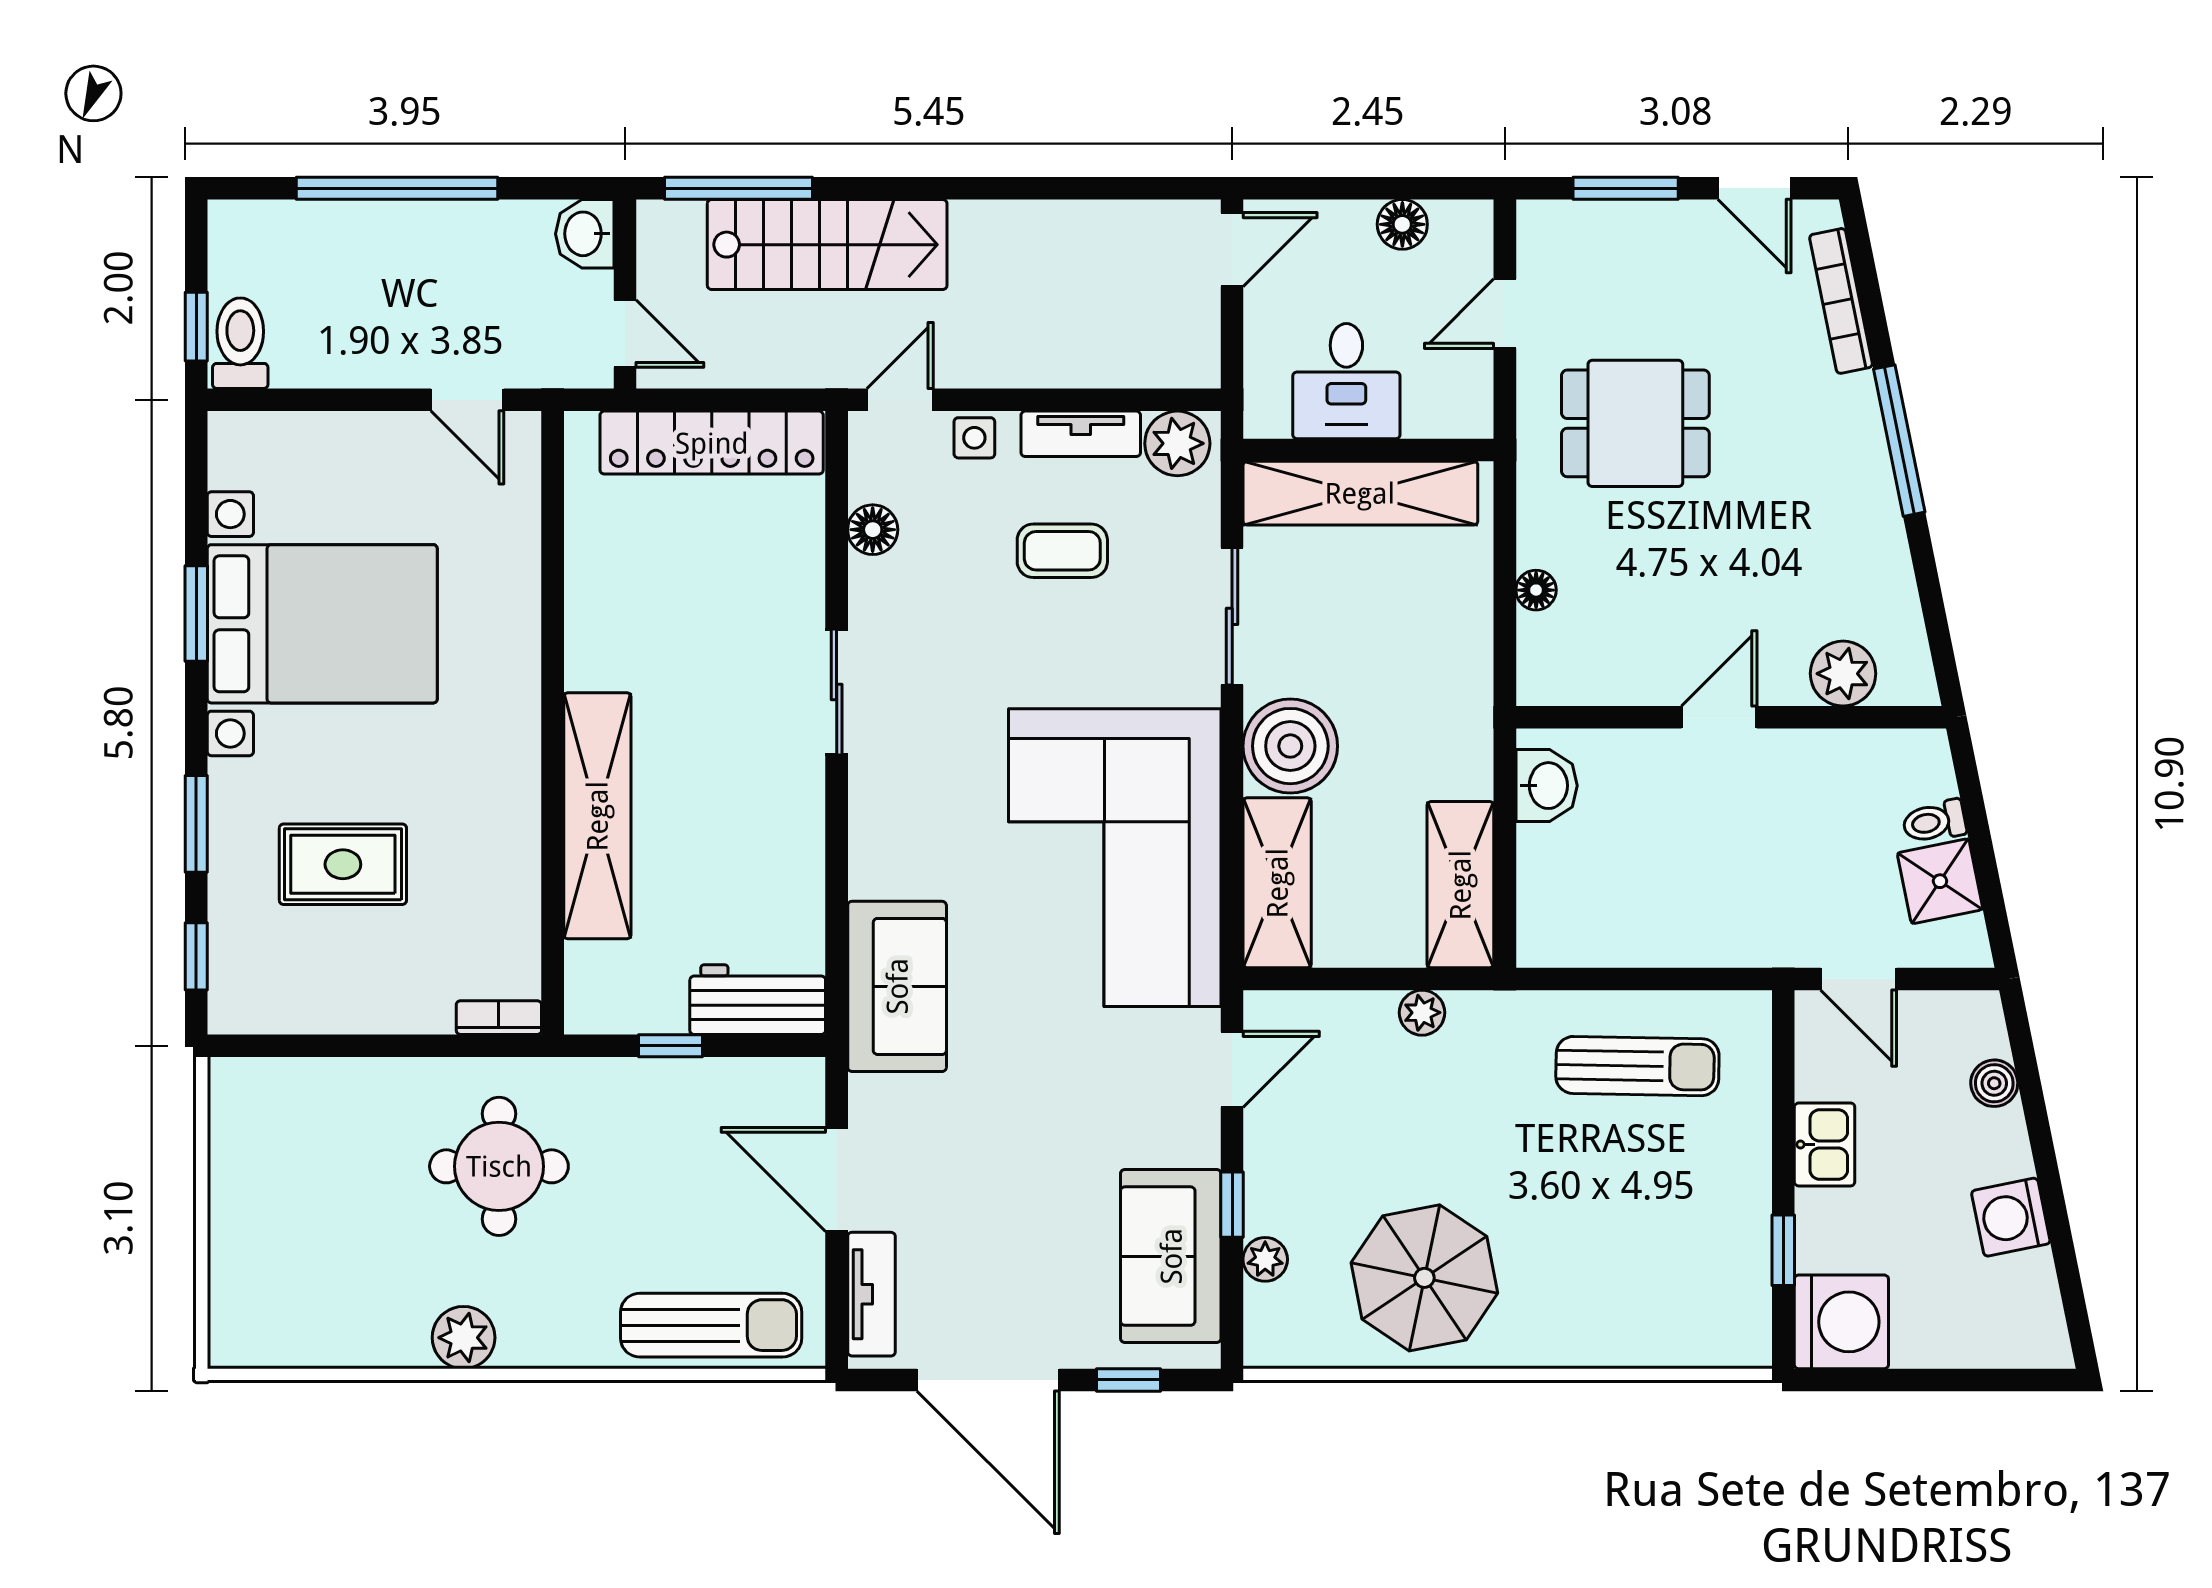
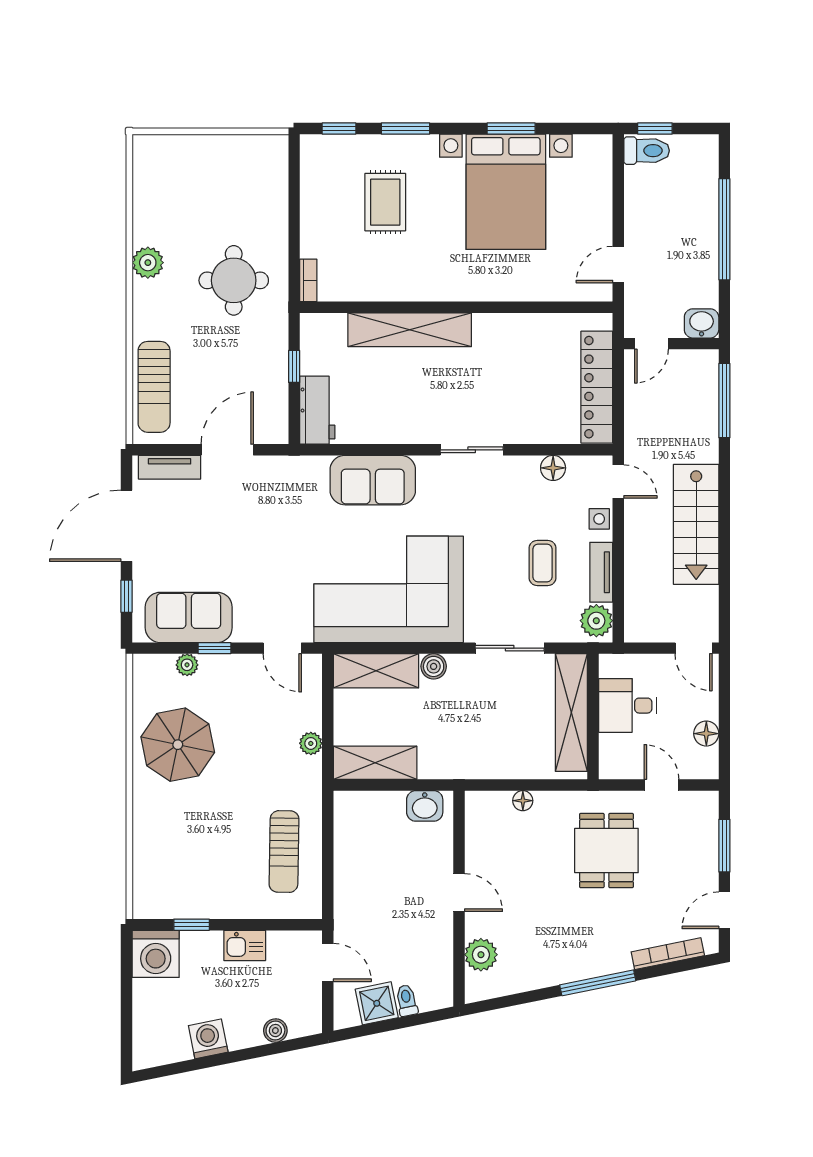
stairs: (827, 245) -> (696, 524), moved
boiler: (1290, 746) -> (434, 666), width x0.54, depth x0.54
door: (1859, 979) -> (328, 962), swing flipped
sofa: (897, 986) -> (373, 480), moved

